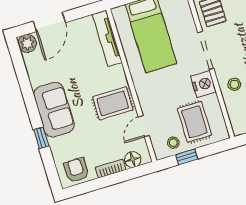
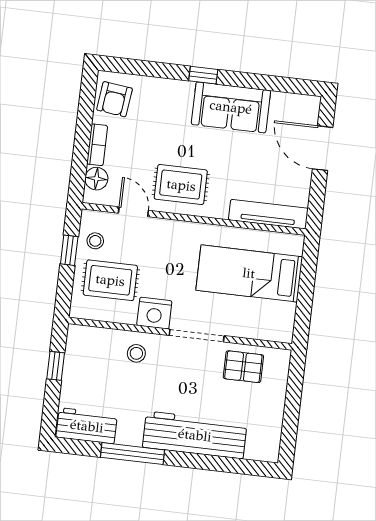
plant: (27, 43) -> (307, 107), removed
rug: (113, 103) -> (181, 185), turned 90
sofa: (54, 110) -> (231, 107), moved
window: (41, 138) -> (203, 75), moved
armchair: (76, 170) -> (115, 99), turned 97

